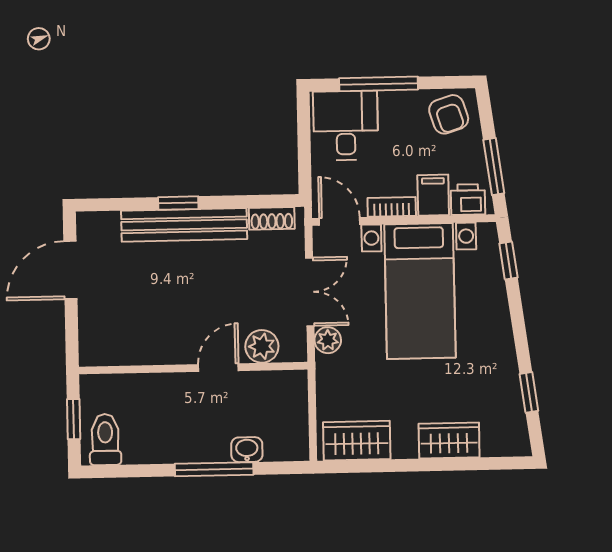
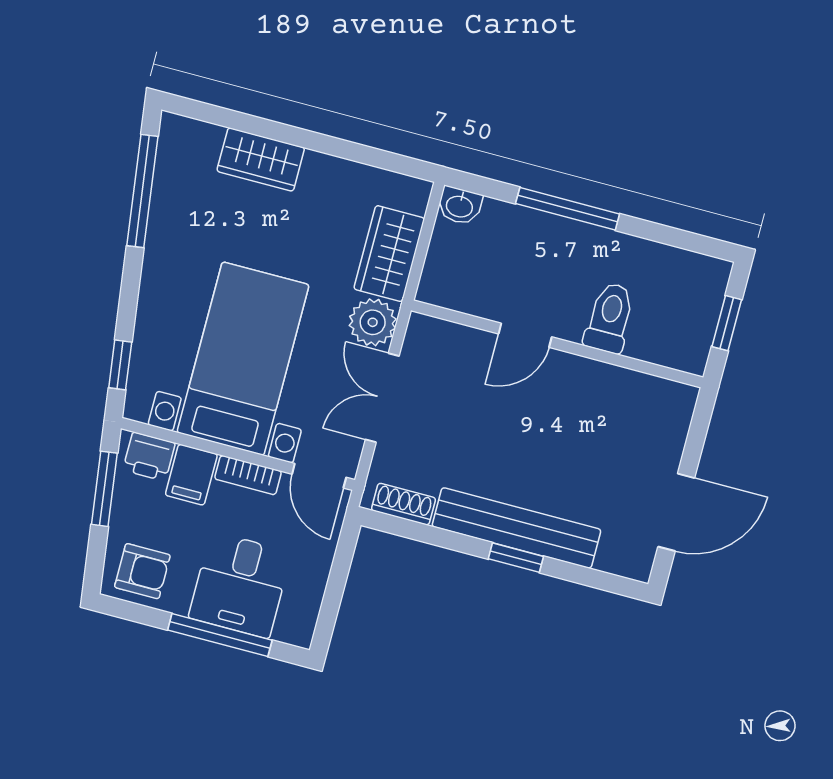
armchair: (449, 114) -> (142, 571), turned 108
desk: (346, 125) -> (240, 585), moved
plant: (328, 340) -> (373, 322), width x1.38, depth x1.38
plant: (262, 346) -> (463, 346), removed
window: (529, 392) -> (142, 191), width x2.17
toilet: (105, 439) -> (610, 318), moved, turned 180
wardrobe: (357, 441) -> (389, 254), moved, turned 90
washbasin: (247, 450) -> (460, 206), moved

